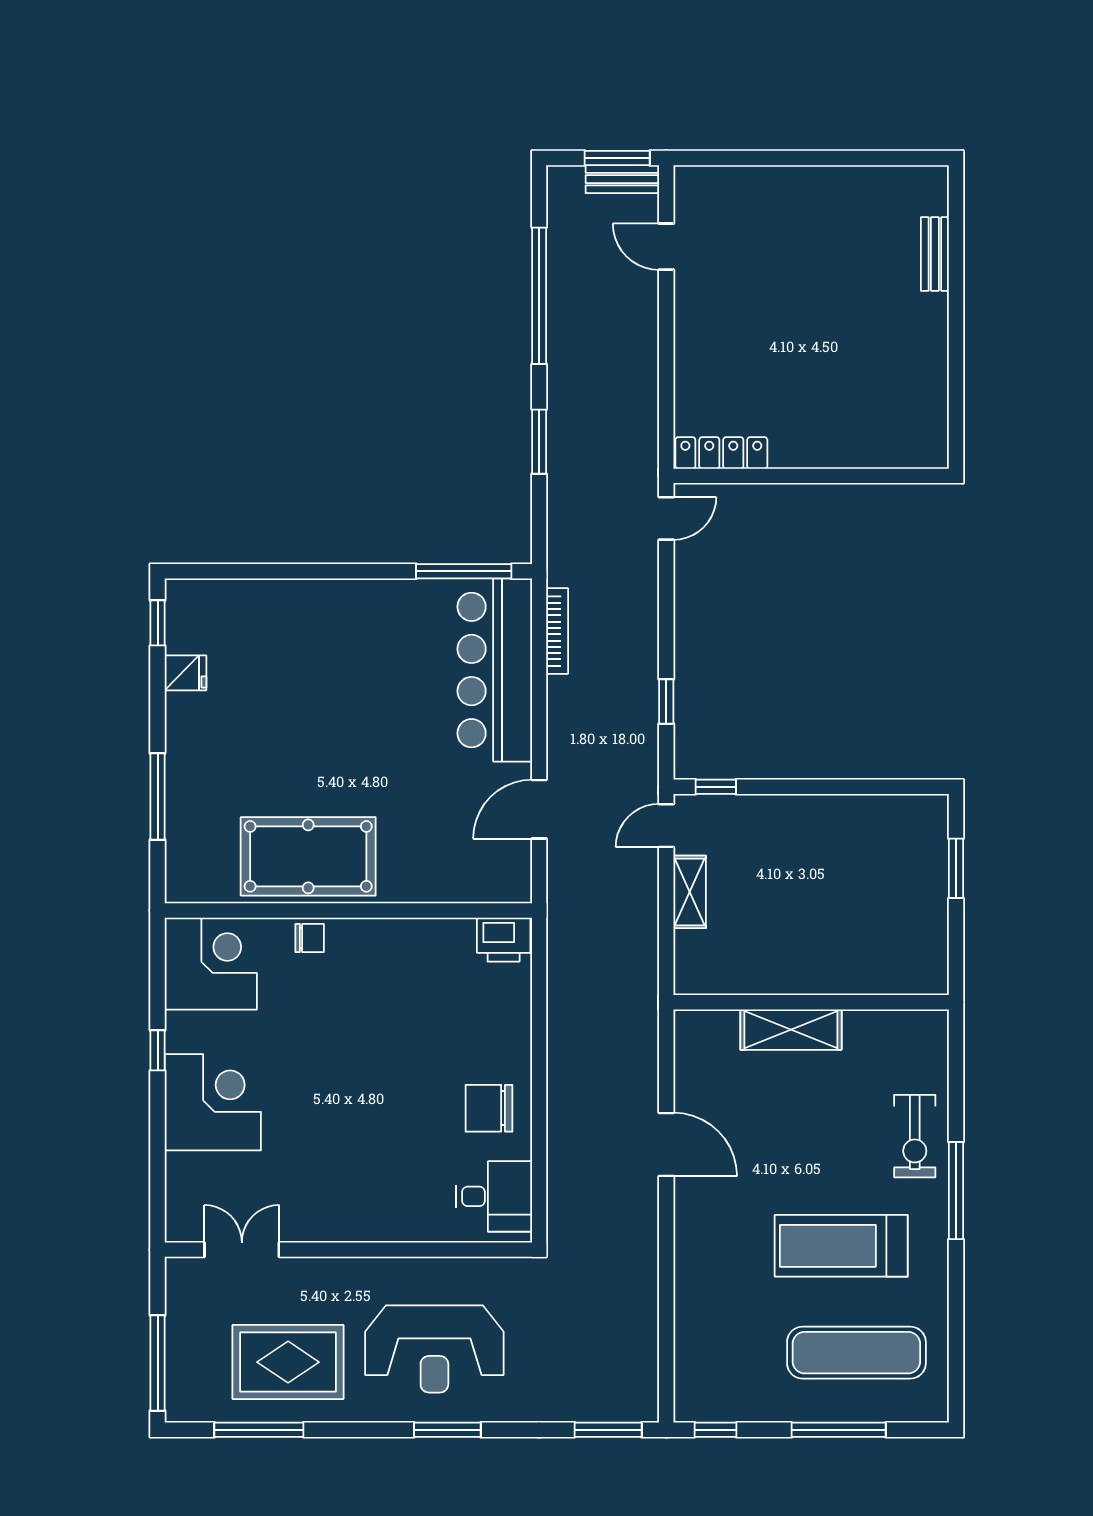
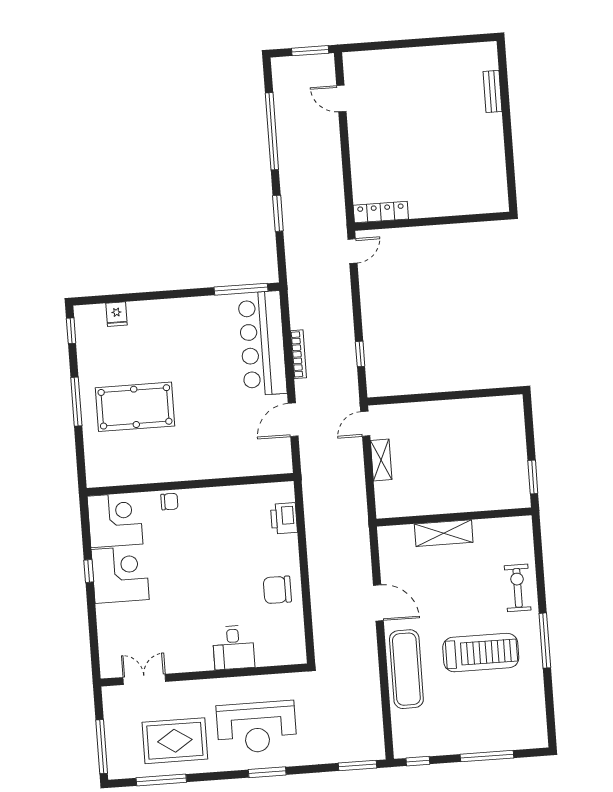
bench: (622, 179) -> (314, 62), removed
bookcase: (557, 631) -> (298, 354), moved
fridge: (185, 673) -> (117, 314), moved, turned 90
window: (716, 787) -> (391, 400), removed
window: (158, 797) -> (76, 402), moved
pool table: (308, 856) -> (135, 407), moved
window: (956, 868) -> (533, 477), moved
printer: (504, 940) -> (284, 518), moved, turned 90
corner desk: (213, 1102) -> (120, 575), moved
exercise bike: (915, 1136) -> (518, 588), turned 180
window: (956, 1191) -> (545, 641), moved
desk: (494, 1196) -> (233, 647), moved, turned 90
treadmill: (841, 1246) -> (481, 653), turned 180
exercise mat: (856, 1353) -> (406, 669), moved, turned 90

